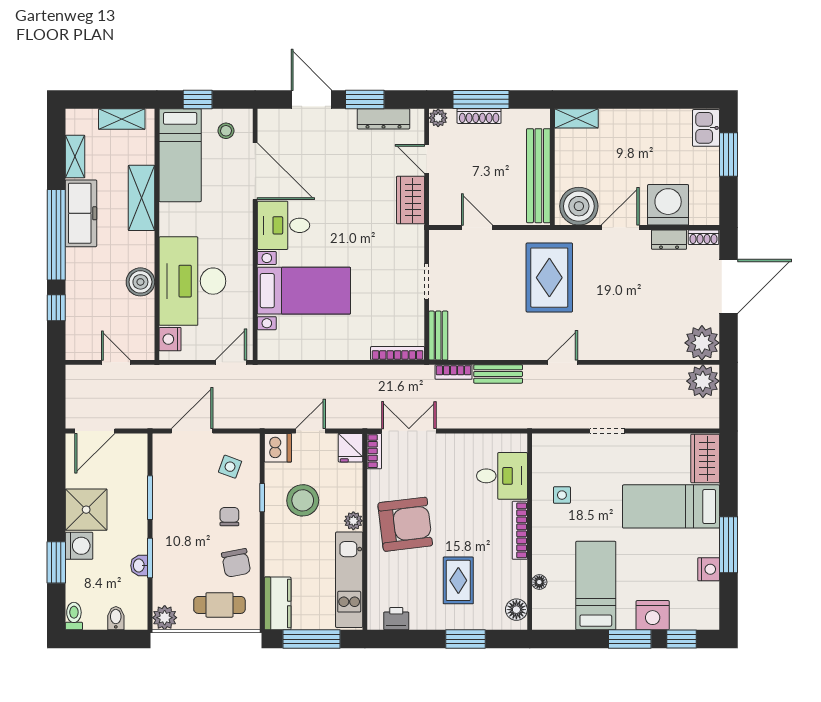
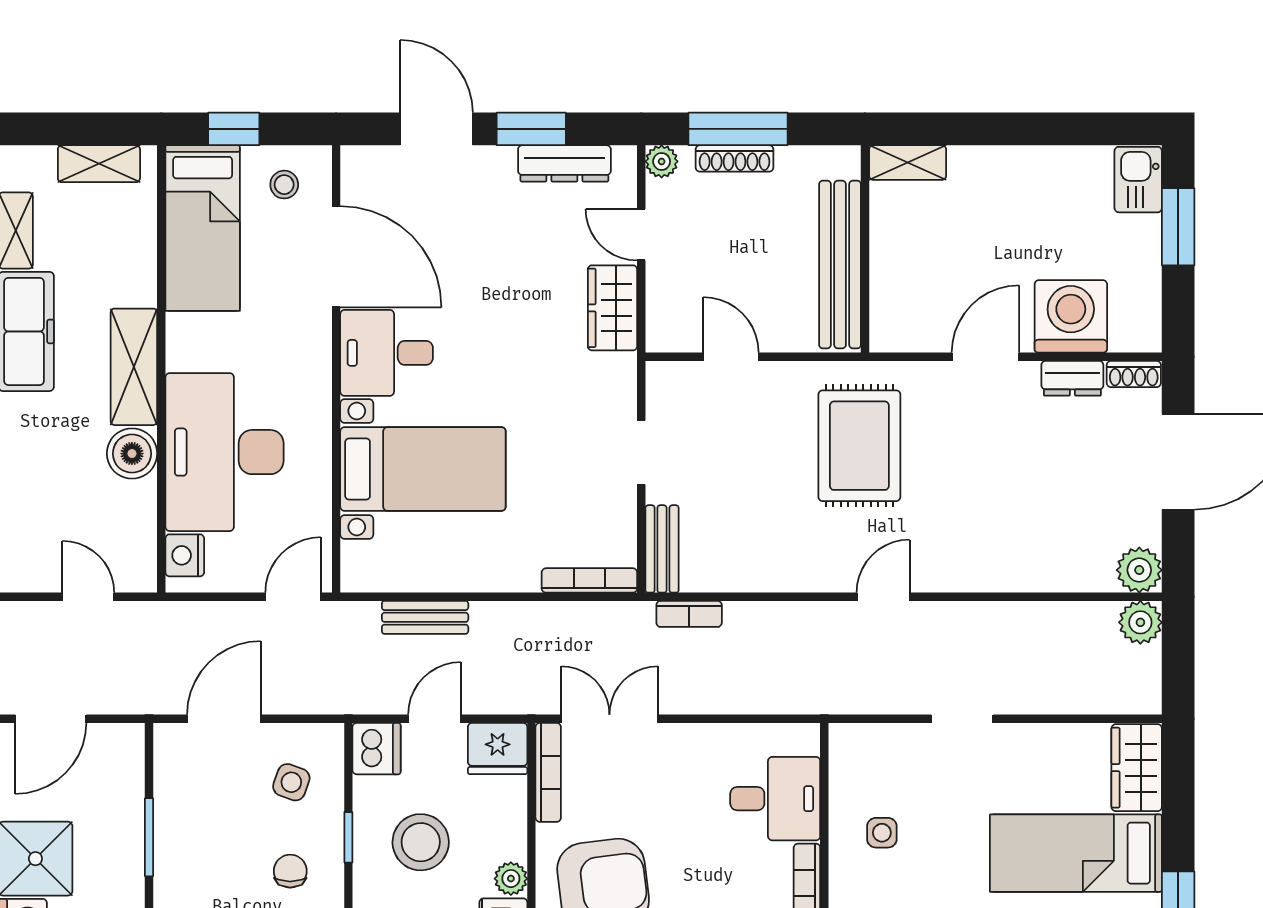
shelving: (142, 198) -> (134, 367), moved
boiler: (579, 206) -> (912, 319), removed
plant: (702, 343) -> (1139, 570), width x0.73, depth x0.73
bench: (498, 374) -> (425, 617), moved
plant: (703, 381) -> (1140, 622), width x0.73, depth x0.73
fridge: (351, 448) -> (498, 748), width x1.38
bookcase: (374, 451) -> (548, 772), width x1.56

